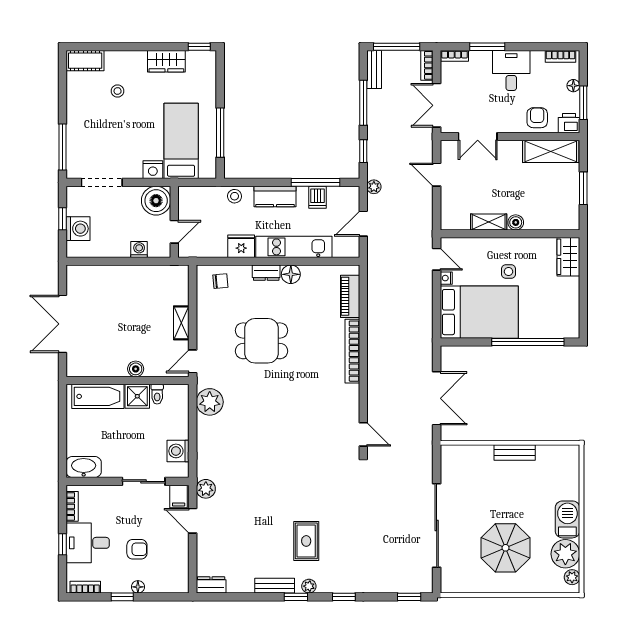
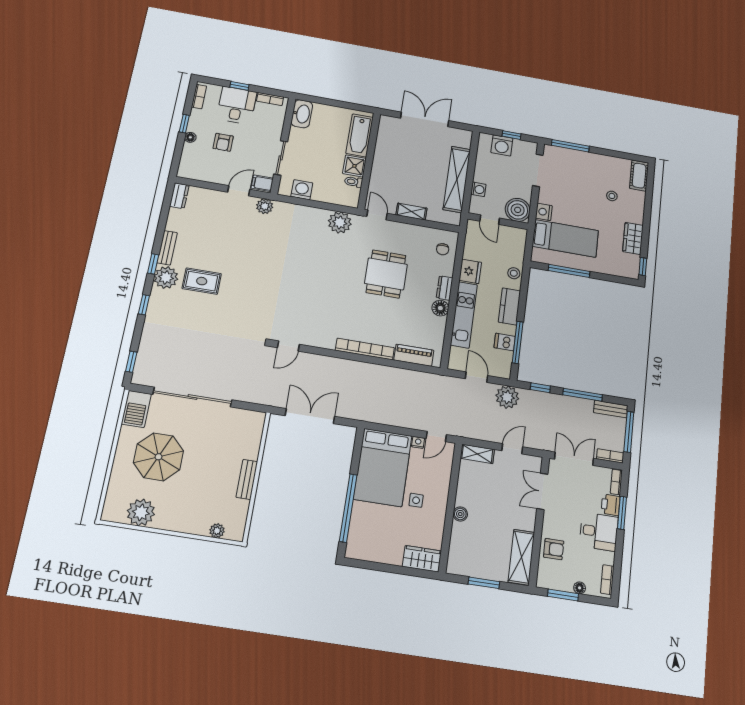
printer: (569, 123) -> (611, 505), moved, turned 180
plant: (374, 187) -> (507, 397), width x1.87, depth x1.87
shelving: (489, 222) -> (477, 454), moved, turned 90
shelving: (131, 276) -> (457, 179), added
boiler: (136, 369) -> (378, 169), removed
double door: (437, 398) -> (310, 416), swing flipped
barbecue: (567, 519) -> (136, 409), moved, turned 90
plant: (572, 577) -> (217, 531), moved
plant: (309, 586) -> (166, 277), width x1.88, depth x1.88

